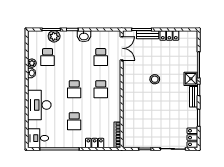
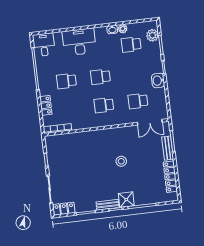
locker: (169, 35) -> (170, 177), width x1.53
plant: (54, 36) -> (152, 35), moved

